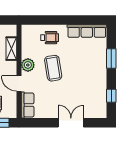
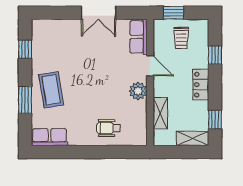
row of seats: (87, 31) -> (50, 137), width x0.68
coffee table: (53, 68) -> (51, 90), moved
double door: (71, 123) -> (99, 13), moved

